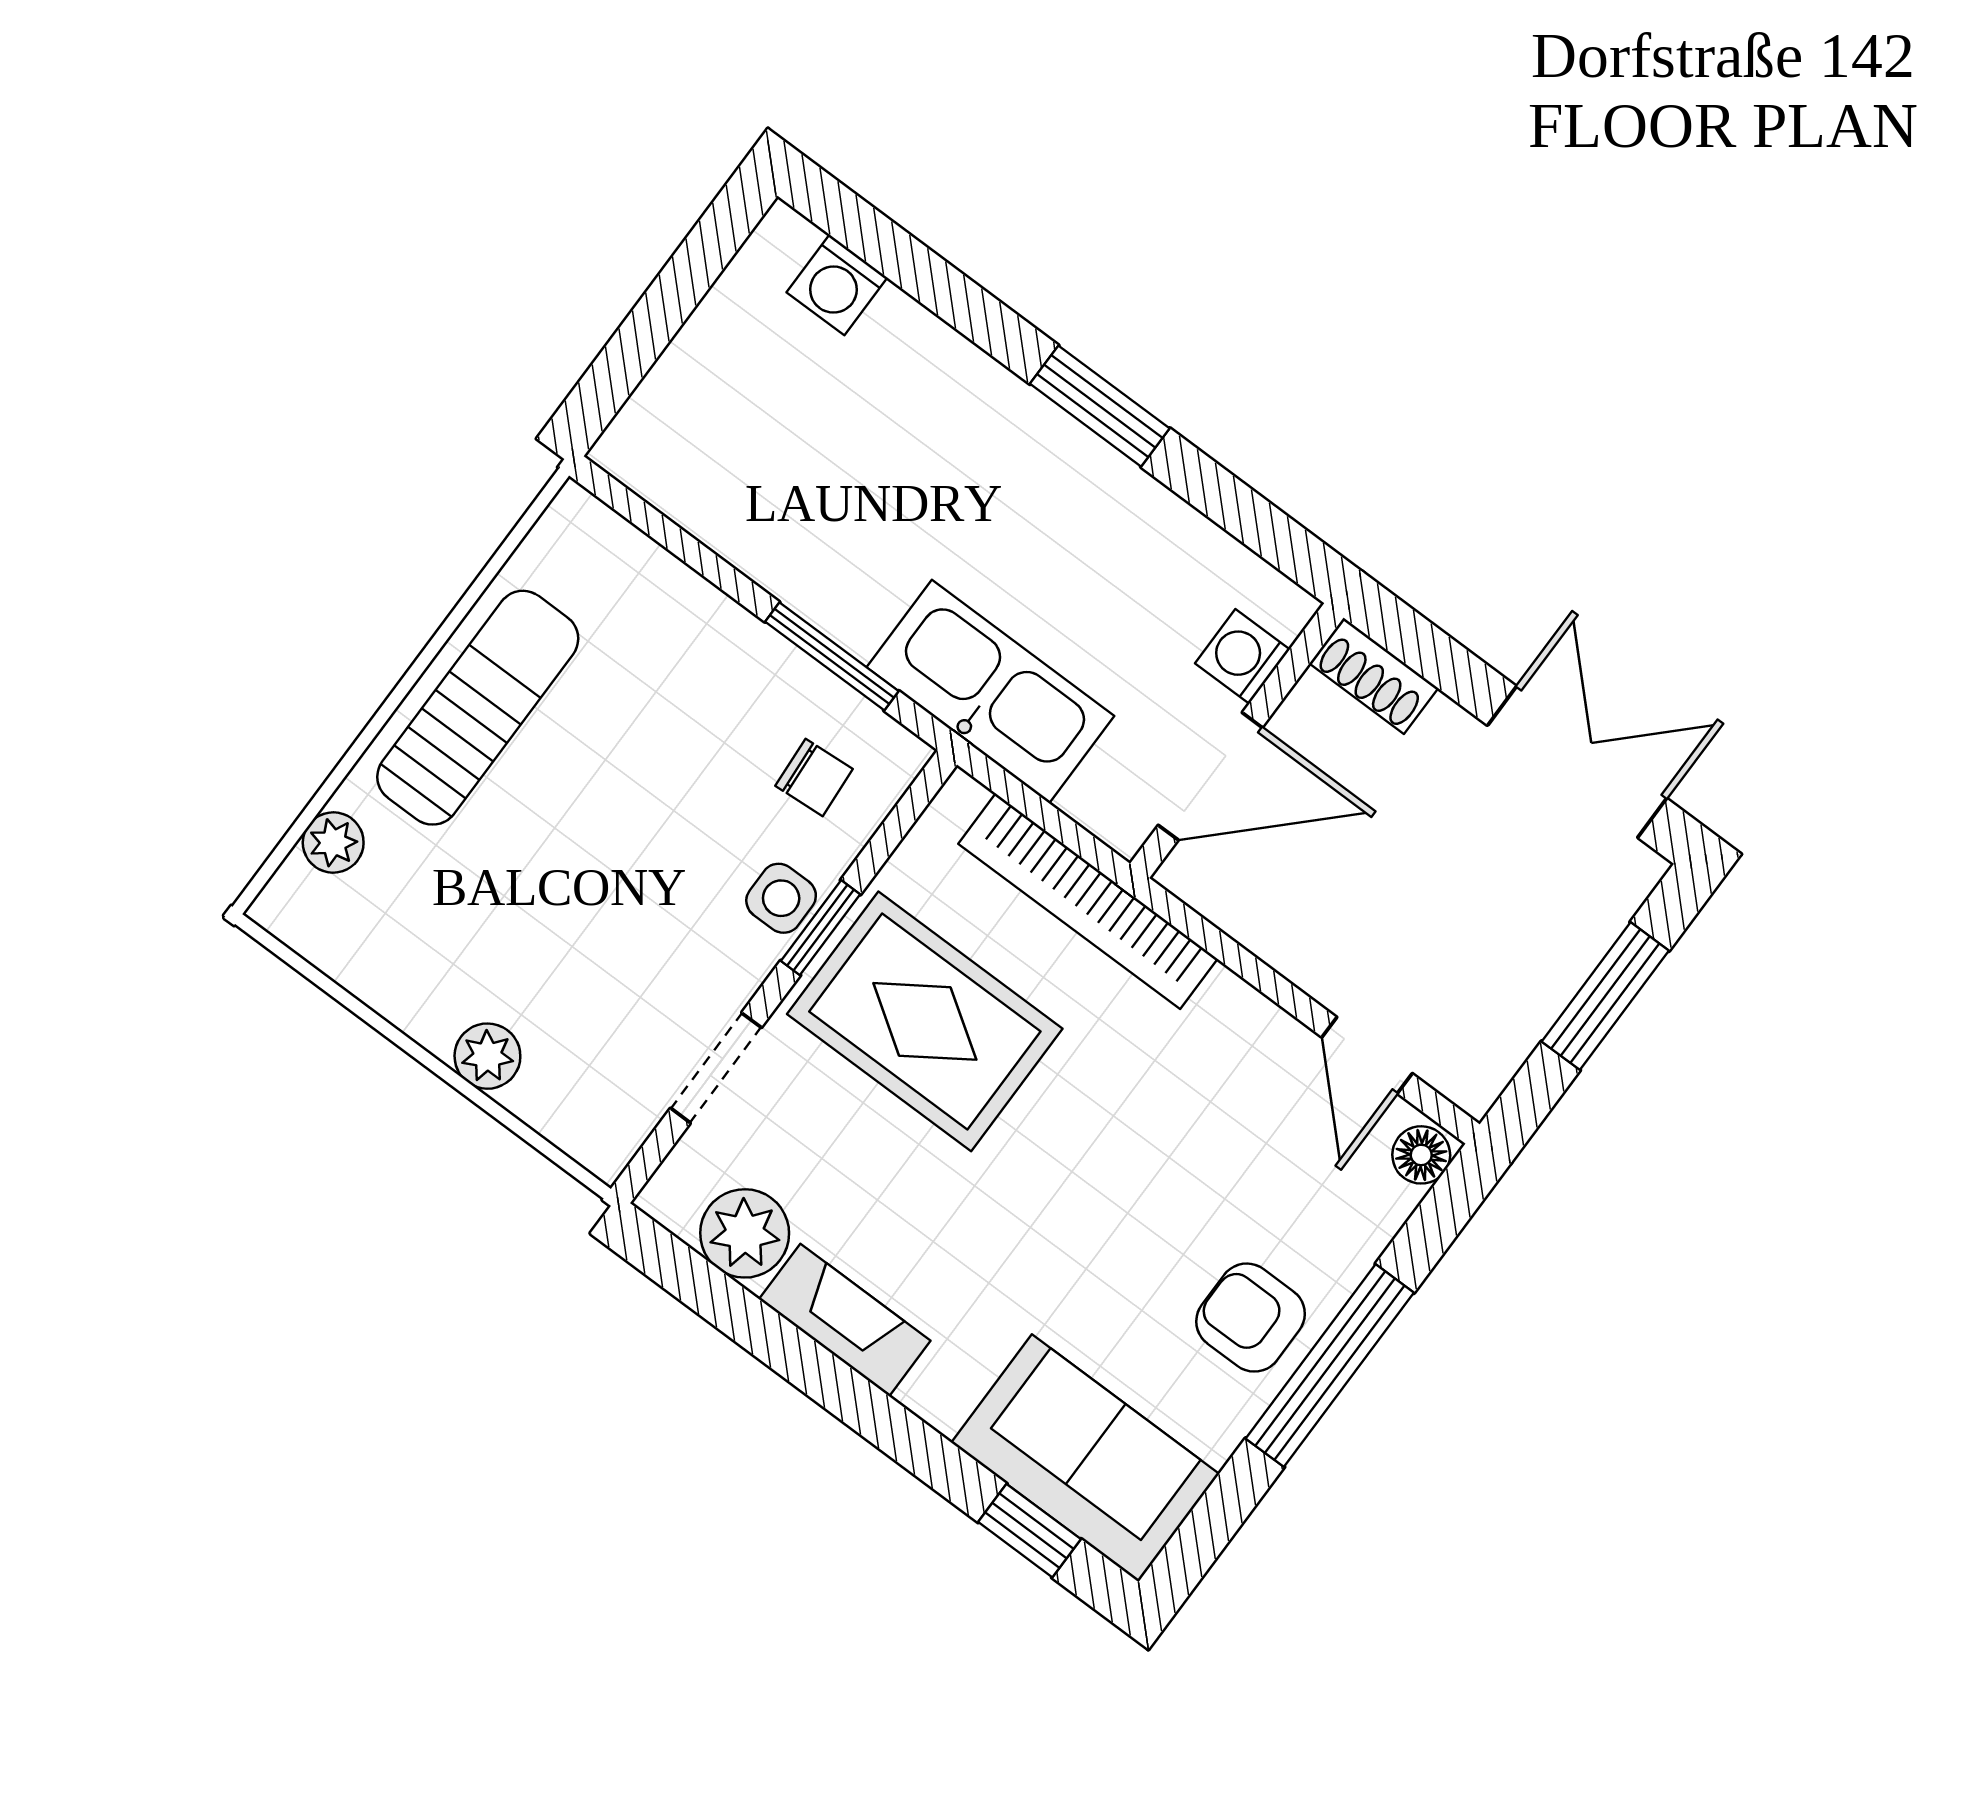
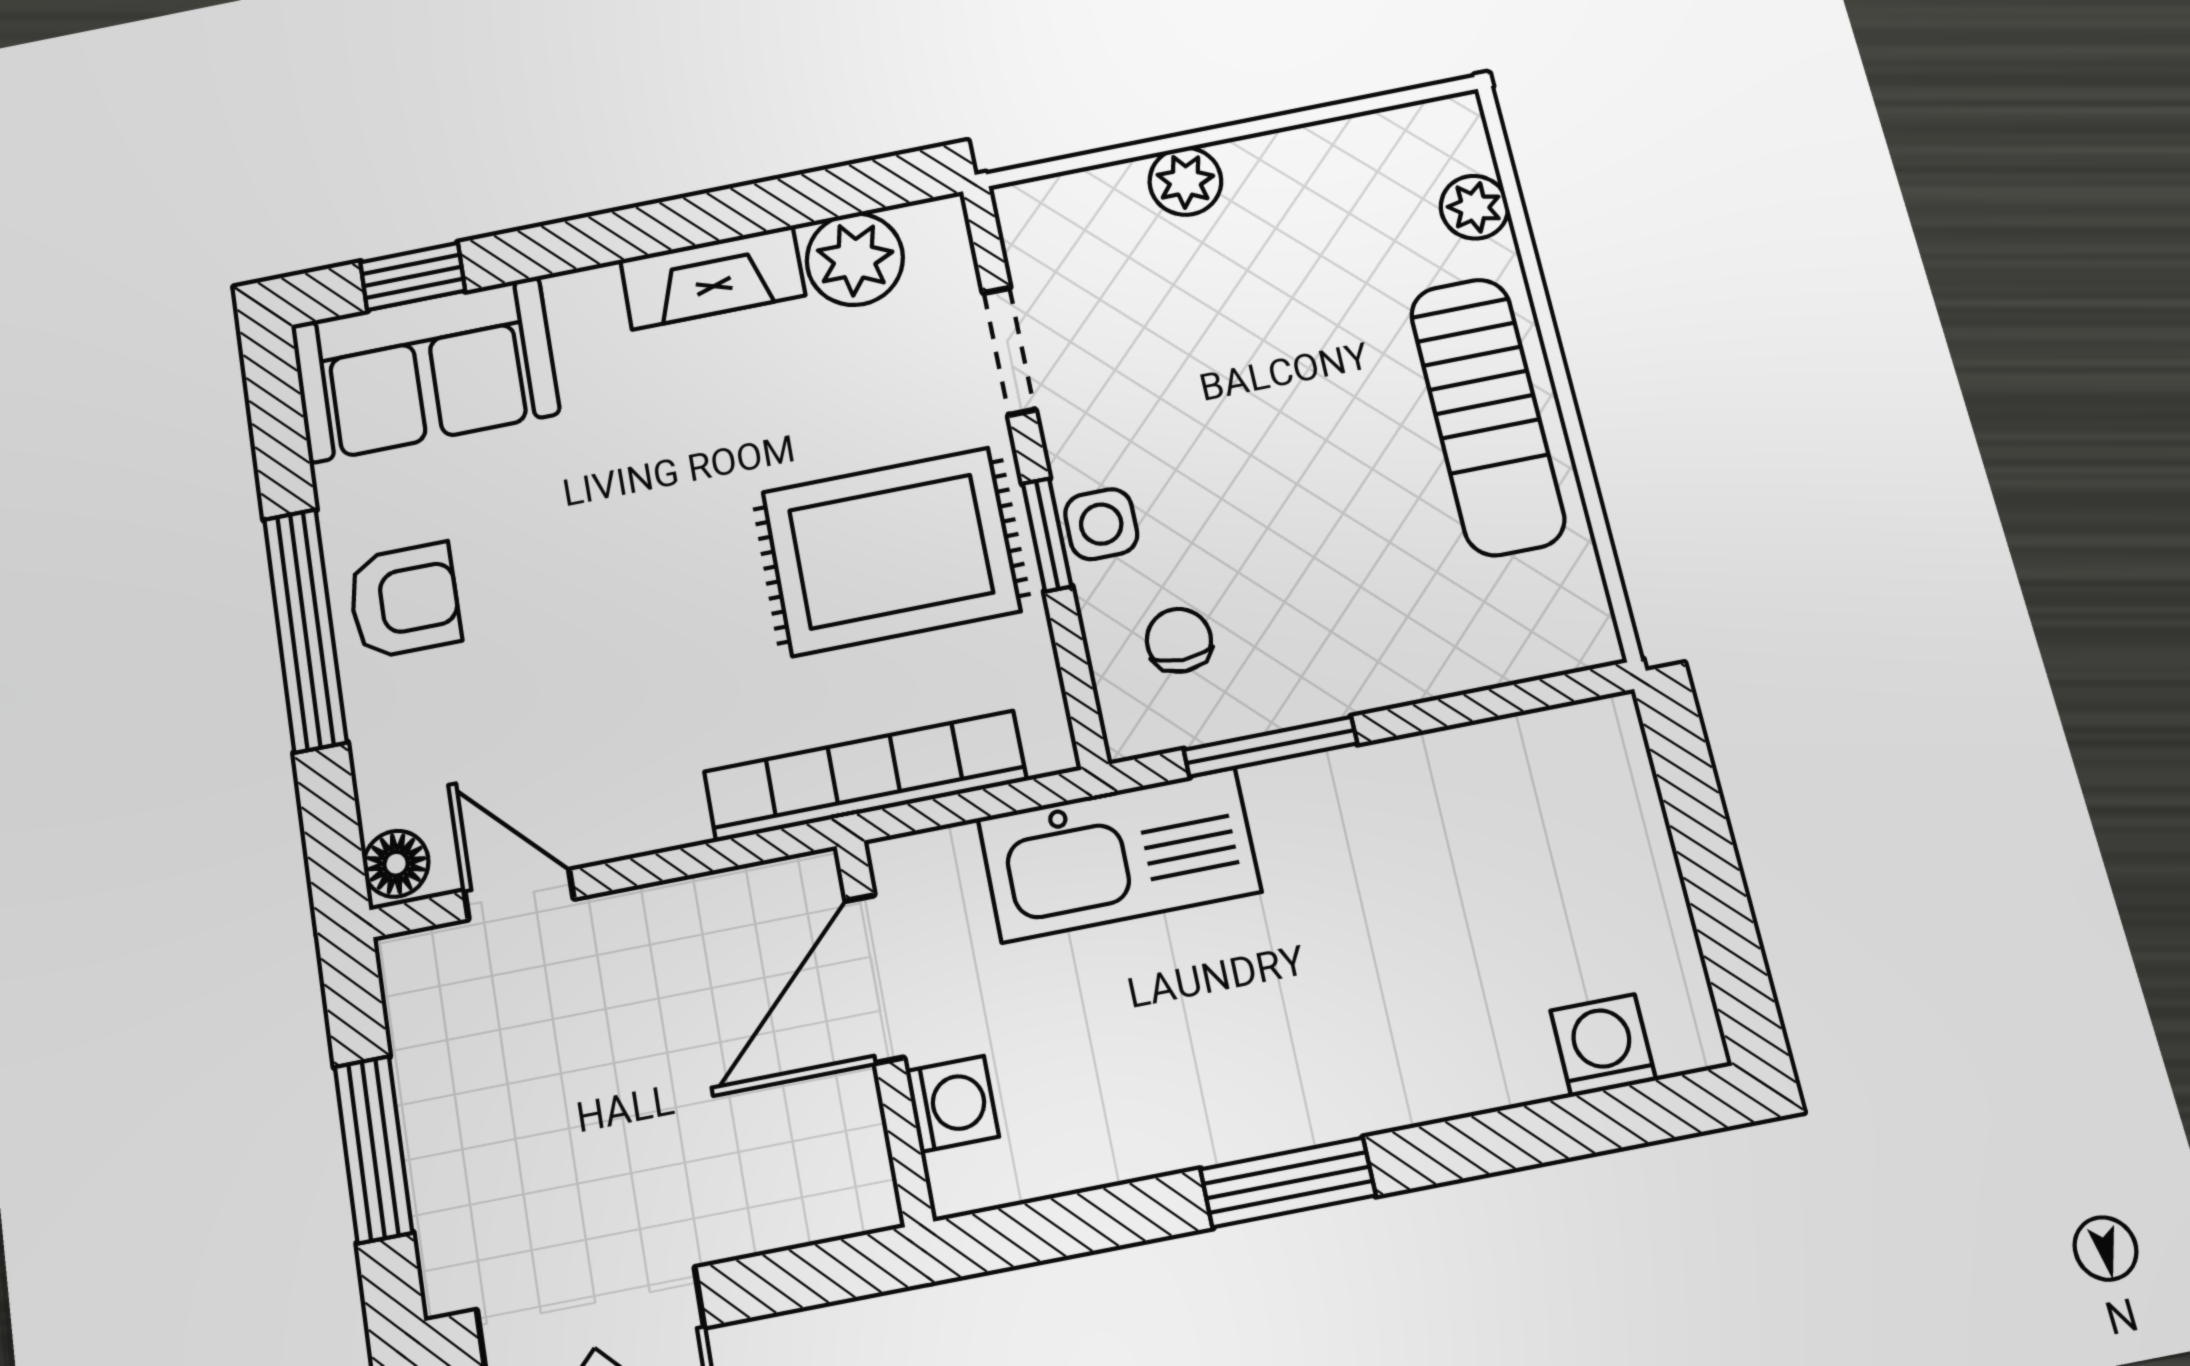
shoe rack: (1374, 676) -> (830, 1206), removed
chair: (814, 777) -> (1179, 640), turned 94

